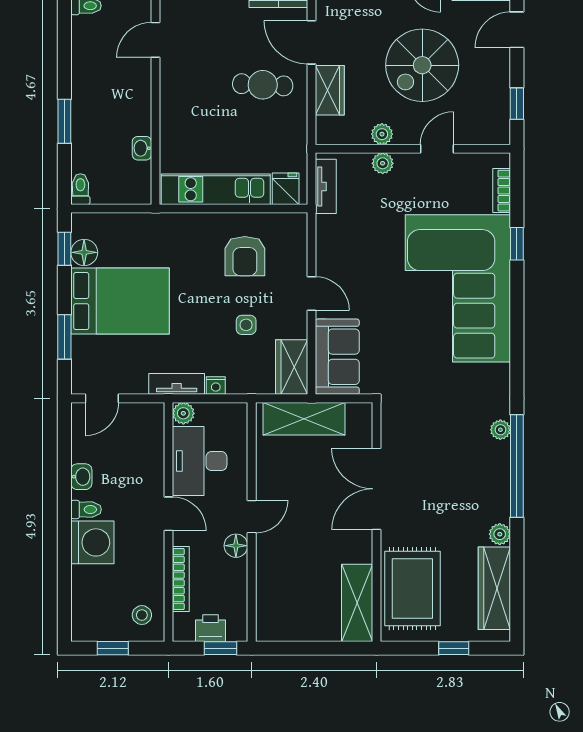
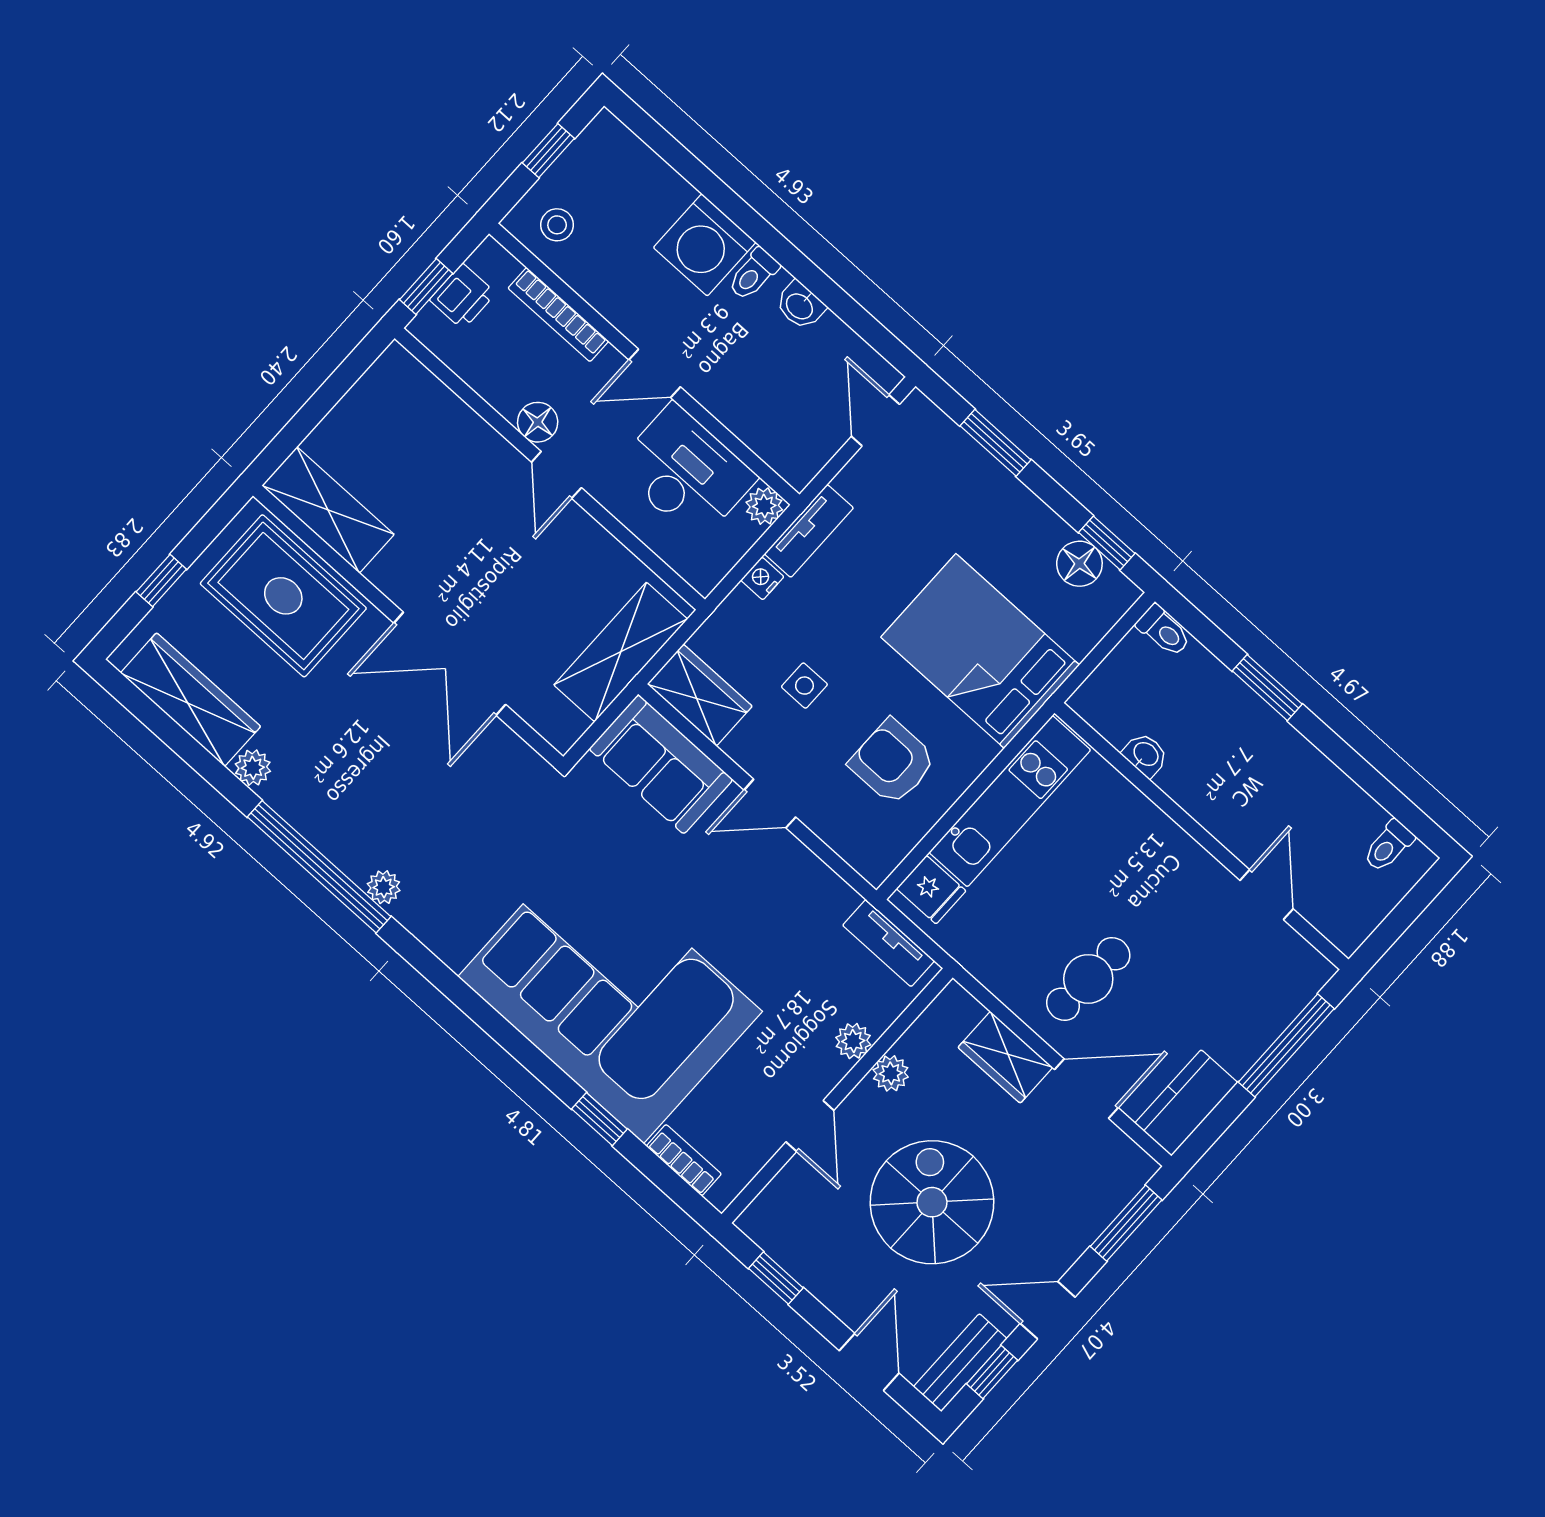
bed: (120, 301) -> (980, 651), moved, turned 90
double door: (376, 489) -> (450, 664), swing flipped

